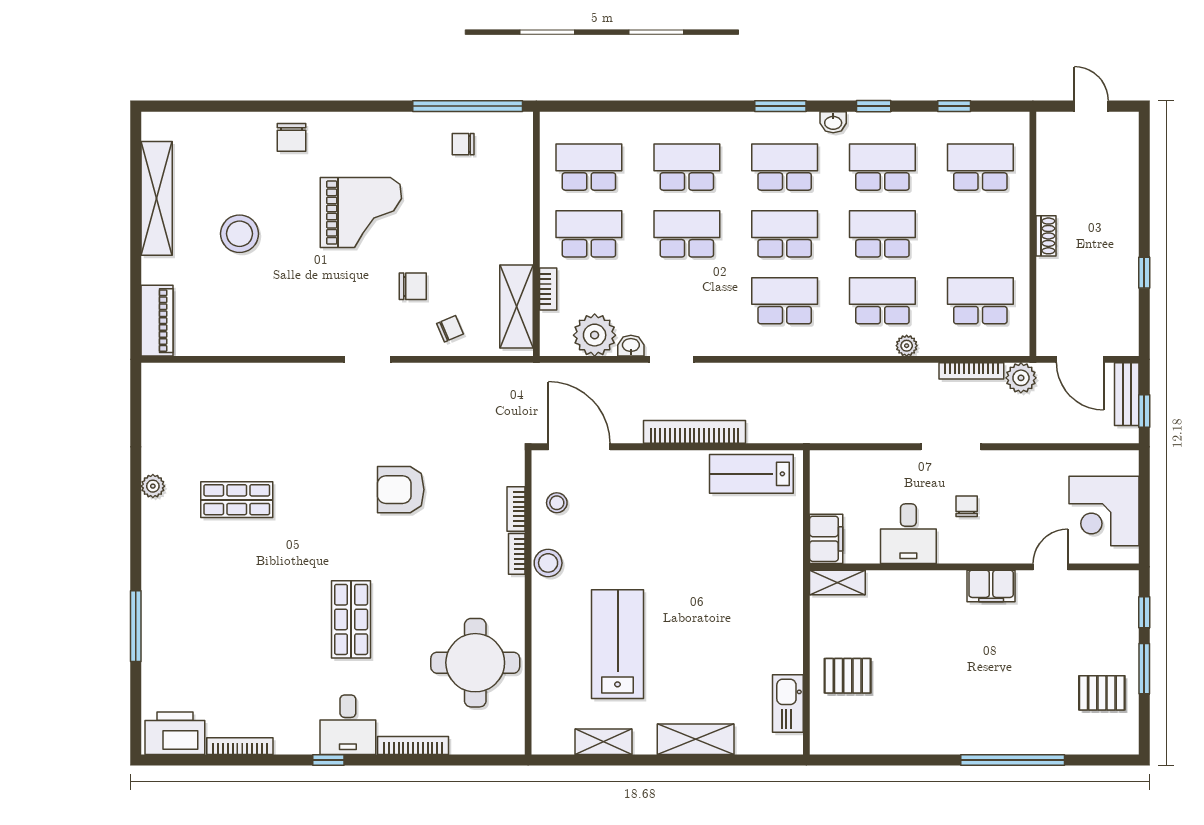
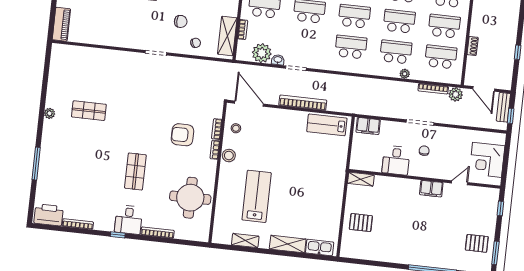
school desk: (980, 234) -> (444, 26), added
shoe rack: (1046, 236) -> (473, 46), moved
plant: (153, 486) -> (50, 113), moved
armchair: (401, 490) -> (182, 135), moved
filing cabinet: (826, 539) -> (368, 126), moved, turned 90
window: (1144, 669) -> (495, 253), moved
kitchen sink: (788, 703) -> (320, 248), moved, turned 90

